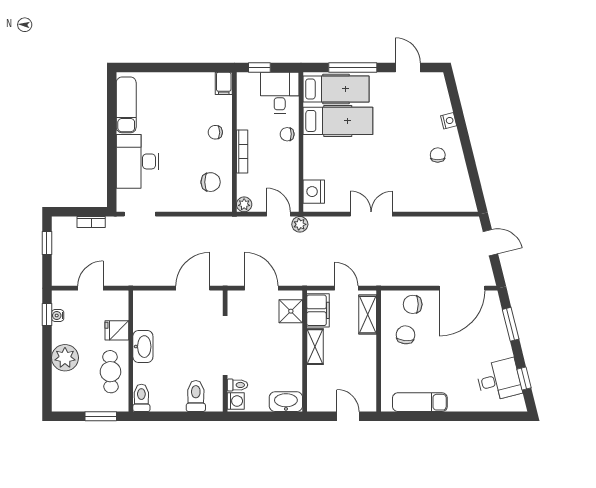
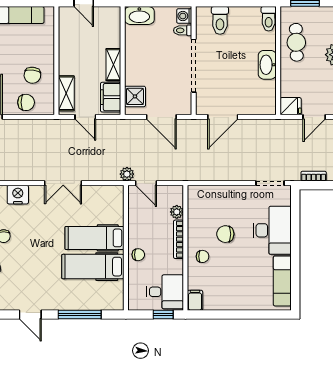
hospital bed: (336, 89) -> (95, 238), moved
desk: (280, 93) -> (165, 292), moved, turned -90
chair: (211, 182) -> (225, 234), moved
nightstand: (314, 192) -> (18, 195), moved, turned -90
plant: (244, 204) -> (177, 212), moved
fridge: (117, 330) -> (291, 106), moved

